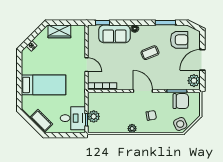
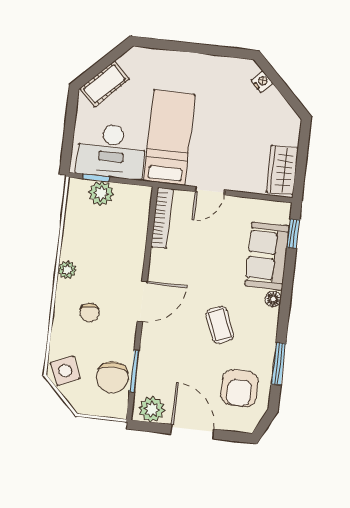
wardrobe: (59, 31) -> (282, 170), moved
bed: (44, 85) -> (169, 138), moved, turned 180
desk: (73, 118) -> (111, 151), width x1.37

